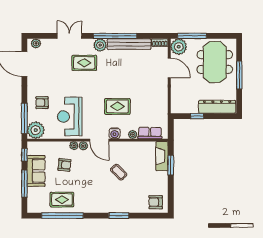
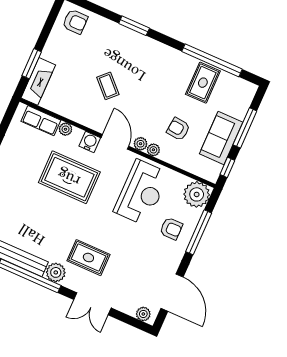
rug: (117, 106) -> (69, 177), width x1.36, depth x1.43
window: (24, 118) -> (199, 232), moved
rug: (62, 200) -> (203, 83), turned 90

